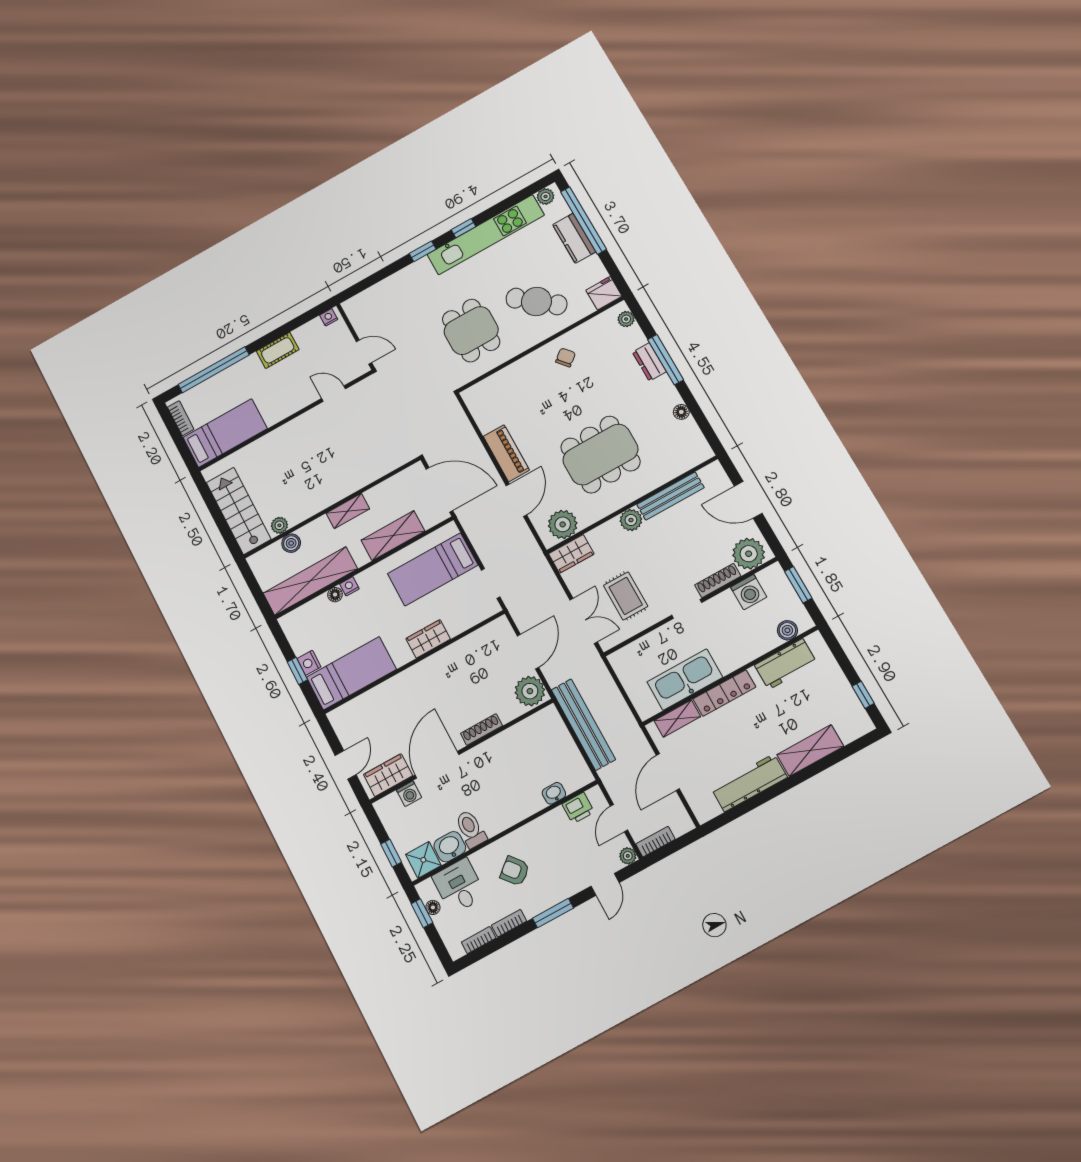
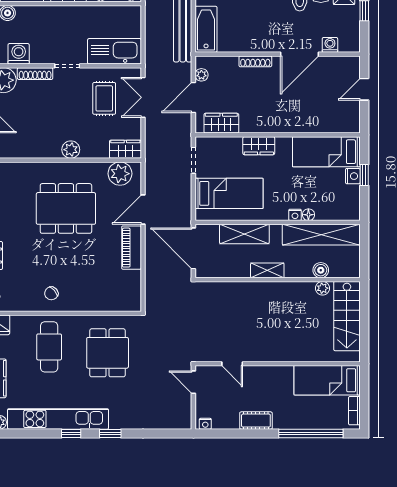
cafe table: (536, 301) -> (49, 347), turned 50
bench: (670, 496) -> (34, 151), removed
kitchen sink: (685, 680) -> (114, 51), moved, turned 180
plant: (530, 691) -> (201, 75), width x0.53, depth x0.53
bathtub: (555, 735) -> (206, 29), added
wardrobe: (388, 775) -> (221, 123), moved, turned 180

